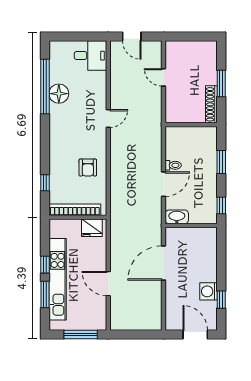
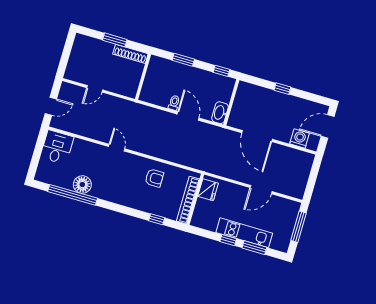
kitchen unit: (58, 279) -> (244, 233), width x0.73
washing machine: (208, 291) -> (300, 139), moved, turned 180
window: (221, 300) -> (282, 89), moved

